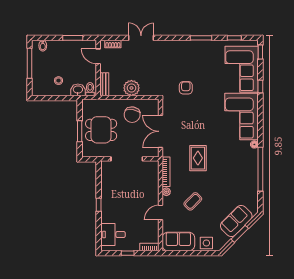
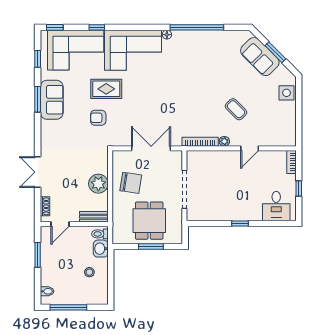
double door: (161, 131) -> (151, 148), swing flipped
rug: (198, 158) -> (106, 89), moved
door: (161, 213) -> (250, 148), hinge flipped
sofa: (178, 242) -> (52, 100), moved, turned 180

